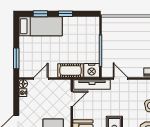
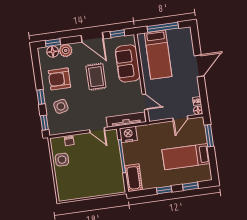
bed: (41, 26) -> (186, 157), moved
cot: (71, 70) -> (133, 178), moved, turned 90
door: (72, 99) -> (145, 102), swing flipped

